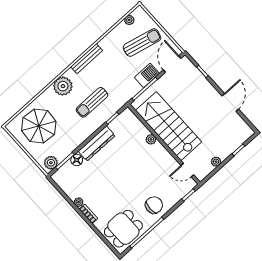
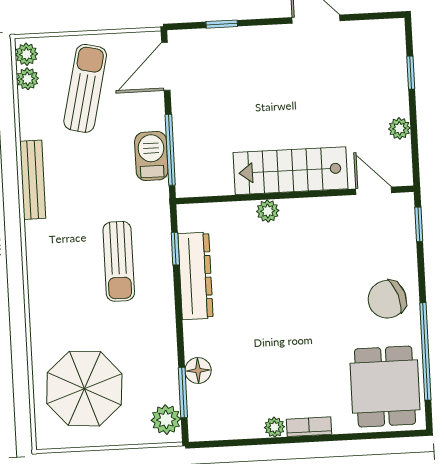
bench: (87, 59) -> (33, 180), moved
door: (172, 64) -> (166, 66), hinge flipped
barbecue: (147, 75) -> (151, 156), moved
plant: (63, 86) -> (26, 54), moved, width x0.53, depth x0.53
stairs: (169, 126) -> (290, 171), width x0.73, depth x0.66
dresser: (97, 143) -> (195, 276), moved
door: (187, 170) -> (374, 191), swing flipped
chair: (154, 205) -> (387, 299), turned -109

